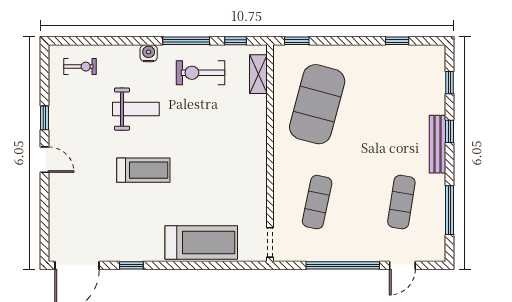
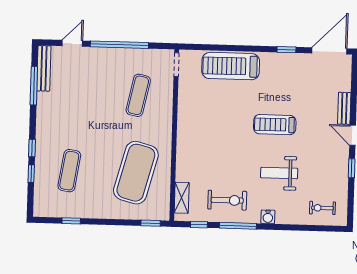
window: (449, 83) -> (31, 174), moved
bench: (438, 144) -> (44, 68), moved
bench: (56, 193) -> (344, 108), added
exercise mat: (401, 202) -> (69, 171), moved

